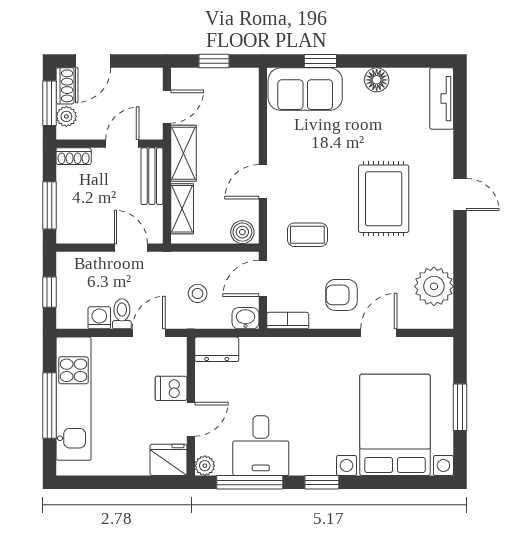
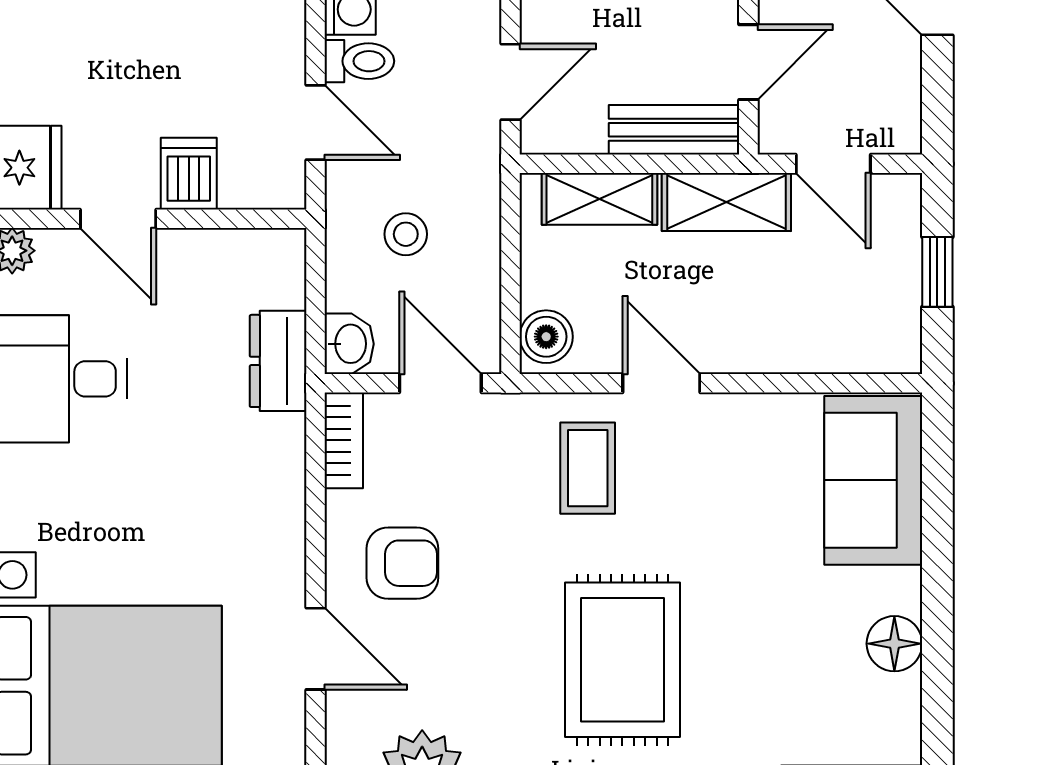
window: (320, 61) -> (937, 515), removed
door: (122, 144) -> (748, 62), hinge flipped
rug: (384, 199) -> (622, 660), turned 90
coffee table: (307, 235) -> (588, 468), moved
armchair: (341, 295) -> (402, 563), turned 90
dresser: (217, 349) -> (278, 361), moved

